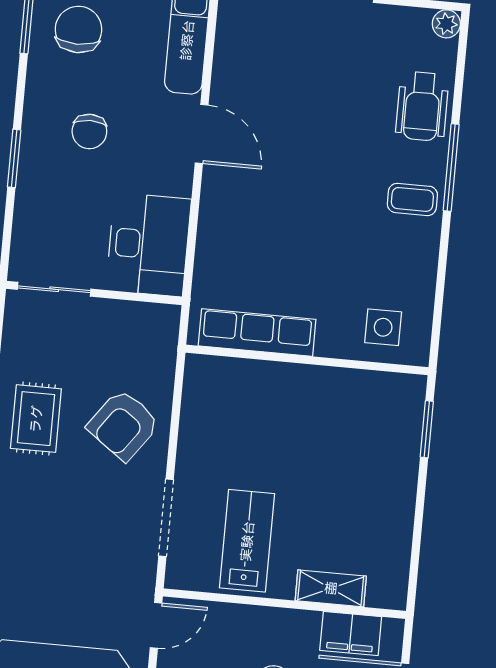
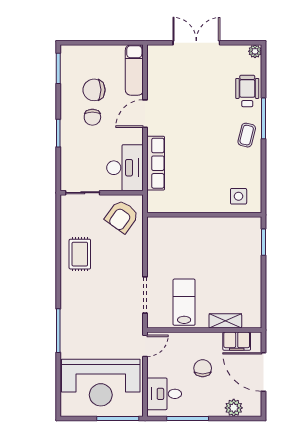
chair: (78, 29) -> (94, 90), moved, turned -90
wheelchair: (422, 106) -> (247, 91), turned 180
door: (202, 134) -> (145, 114), swing flipped
coffee table: (412, 199) -> (247, 135), turned -76
row of seats: (257, 333) -> (156, 163), moved, turned 90
armchair: (123, 425) -> (122, 216), moved

